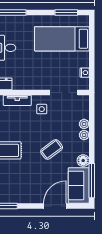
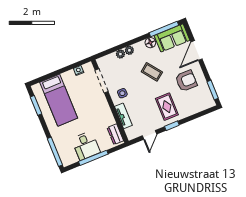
armchair: (27, 182) -> (186, 81), added
door: (55, 206) -> (197, 50), hinge flipped

